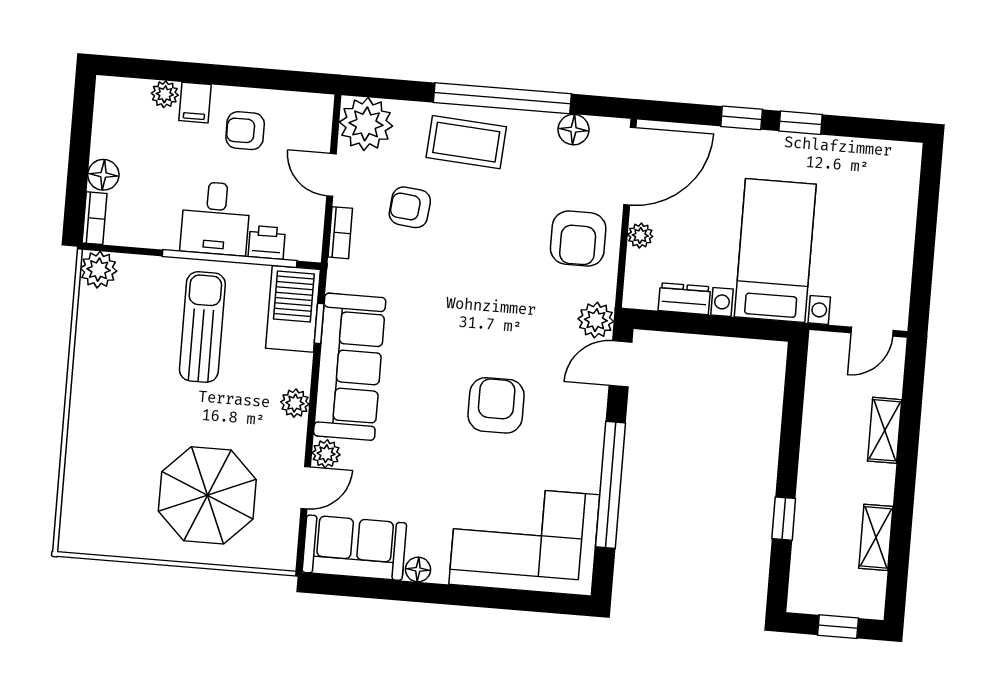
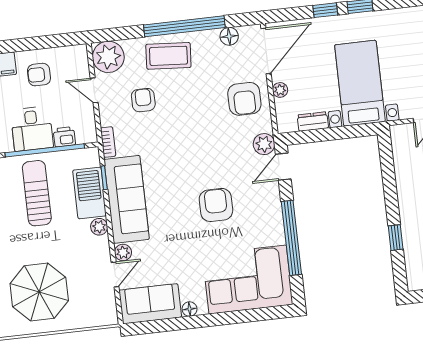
armchair: (410, 207) -> (143, 100), turned 84
bookcase: (340, 233) -> (108, 142), moved
barbecue: (293, 309) -> (90, 193), moved
parasol: (207, 495) -> (39, 292), moved

